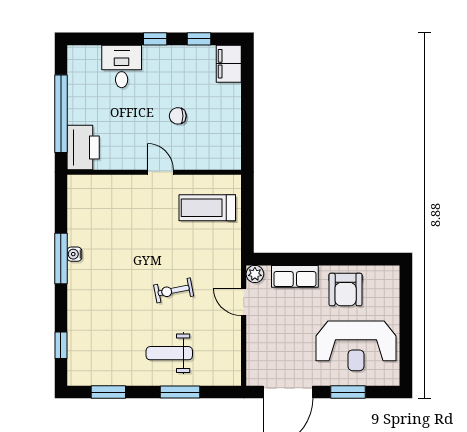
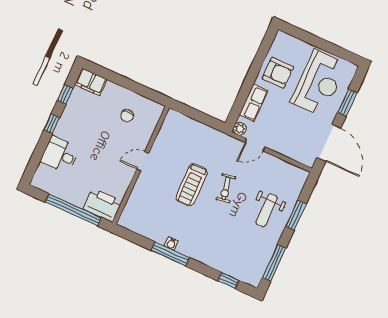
chair: (178, 116) -> (127, 116), moved
treadmill: (207, 208) -> (192, 185), moved
window: (108, 392) -> (274, 263), width x1.44

